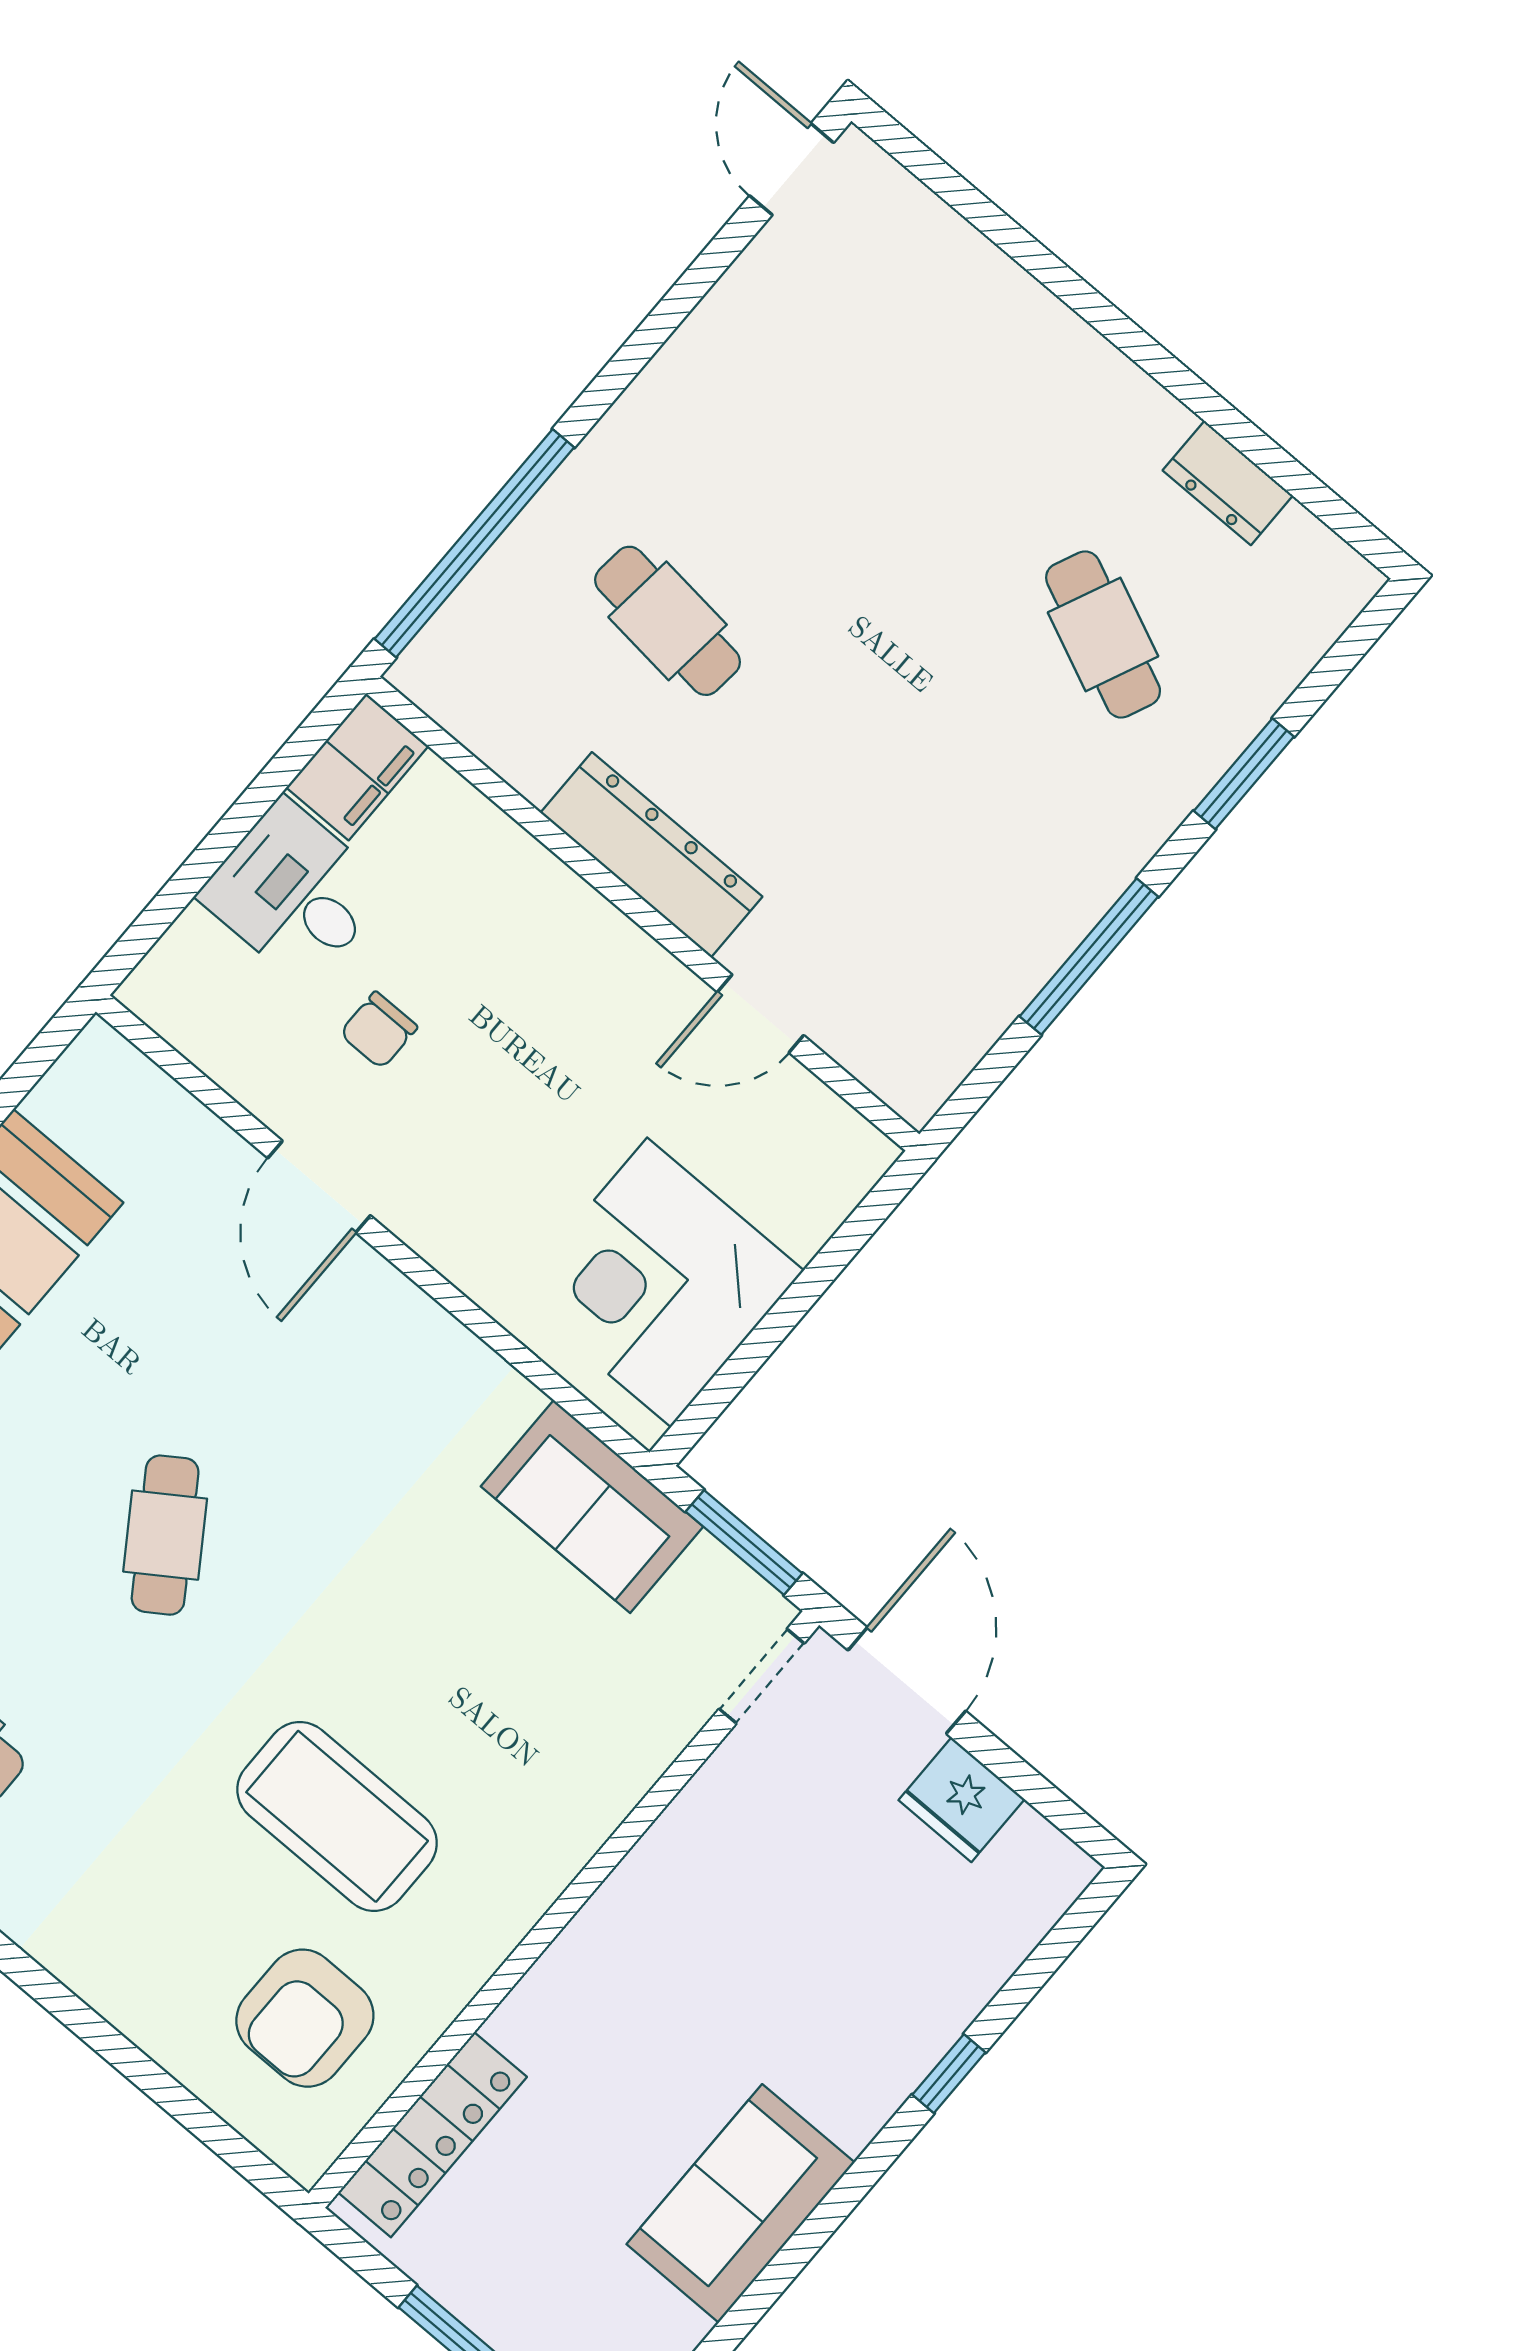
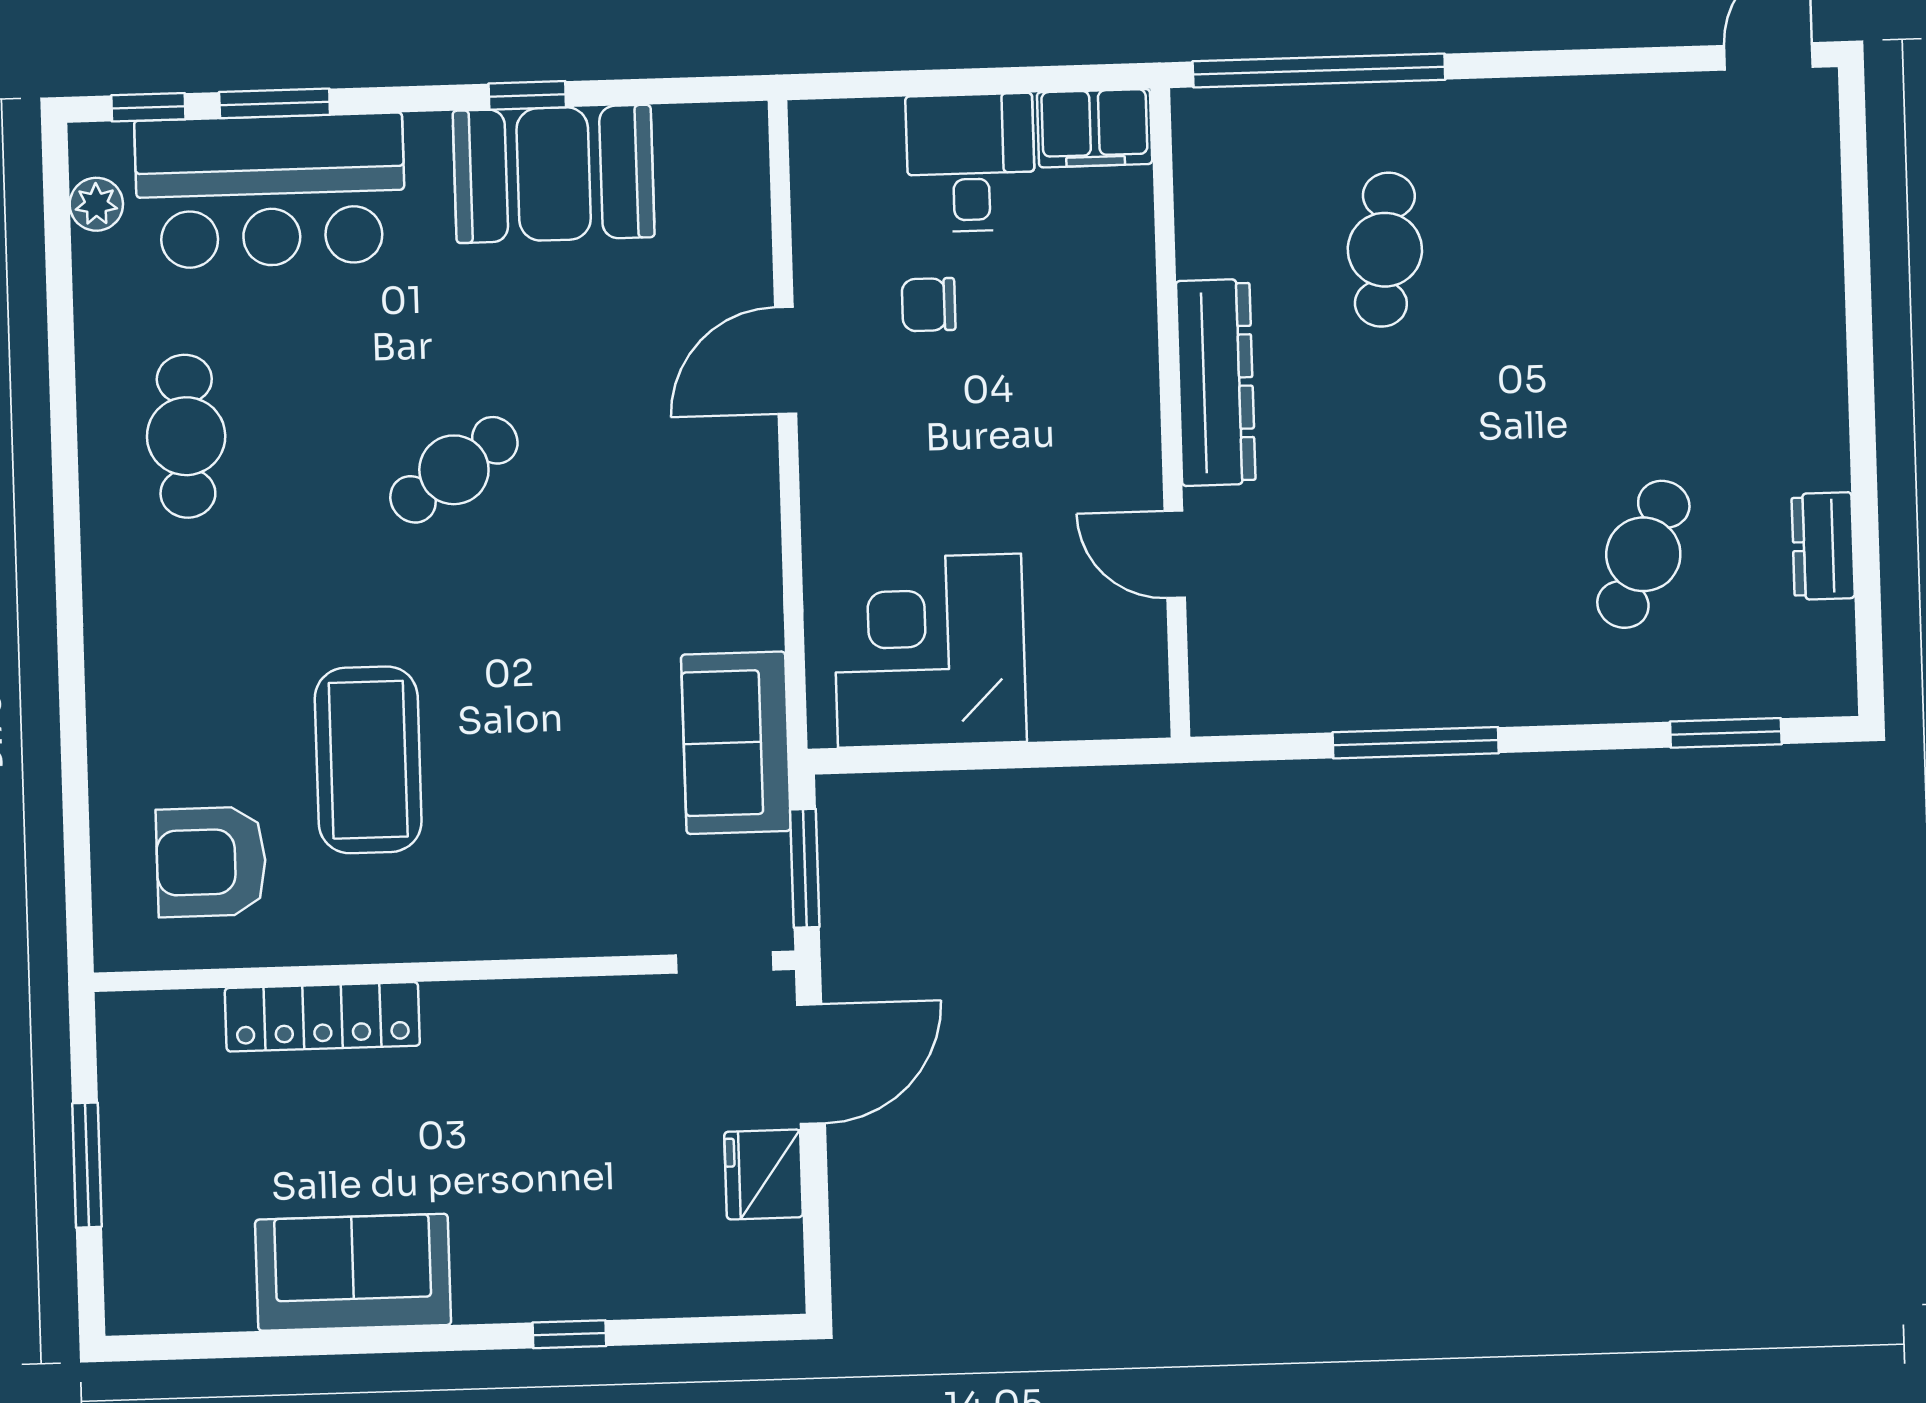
window: (1244, 774) -> (1726, 733), moved
locker: (432, 2135) -> (322, 1017), moved

